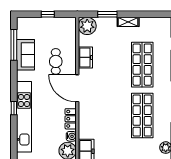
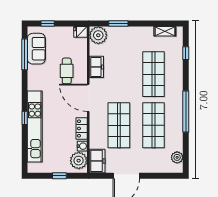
window: (48, 14) -> (48, 24), moved
shelving: (128, 22) -> (165, 31), moved
fridge: (70, 23) -> (81, 32), added
sofa: (26, 55) -> (36, 49), moved
shop shelf: (108, 116) -> (119, 125), added

